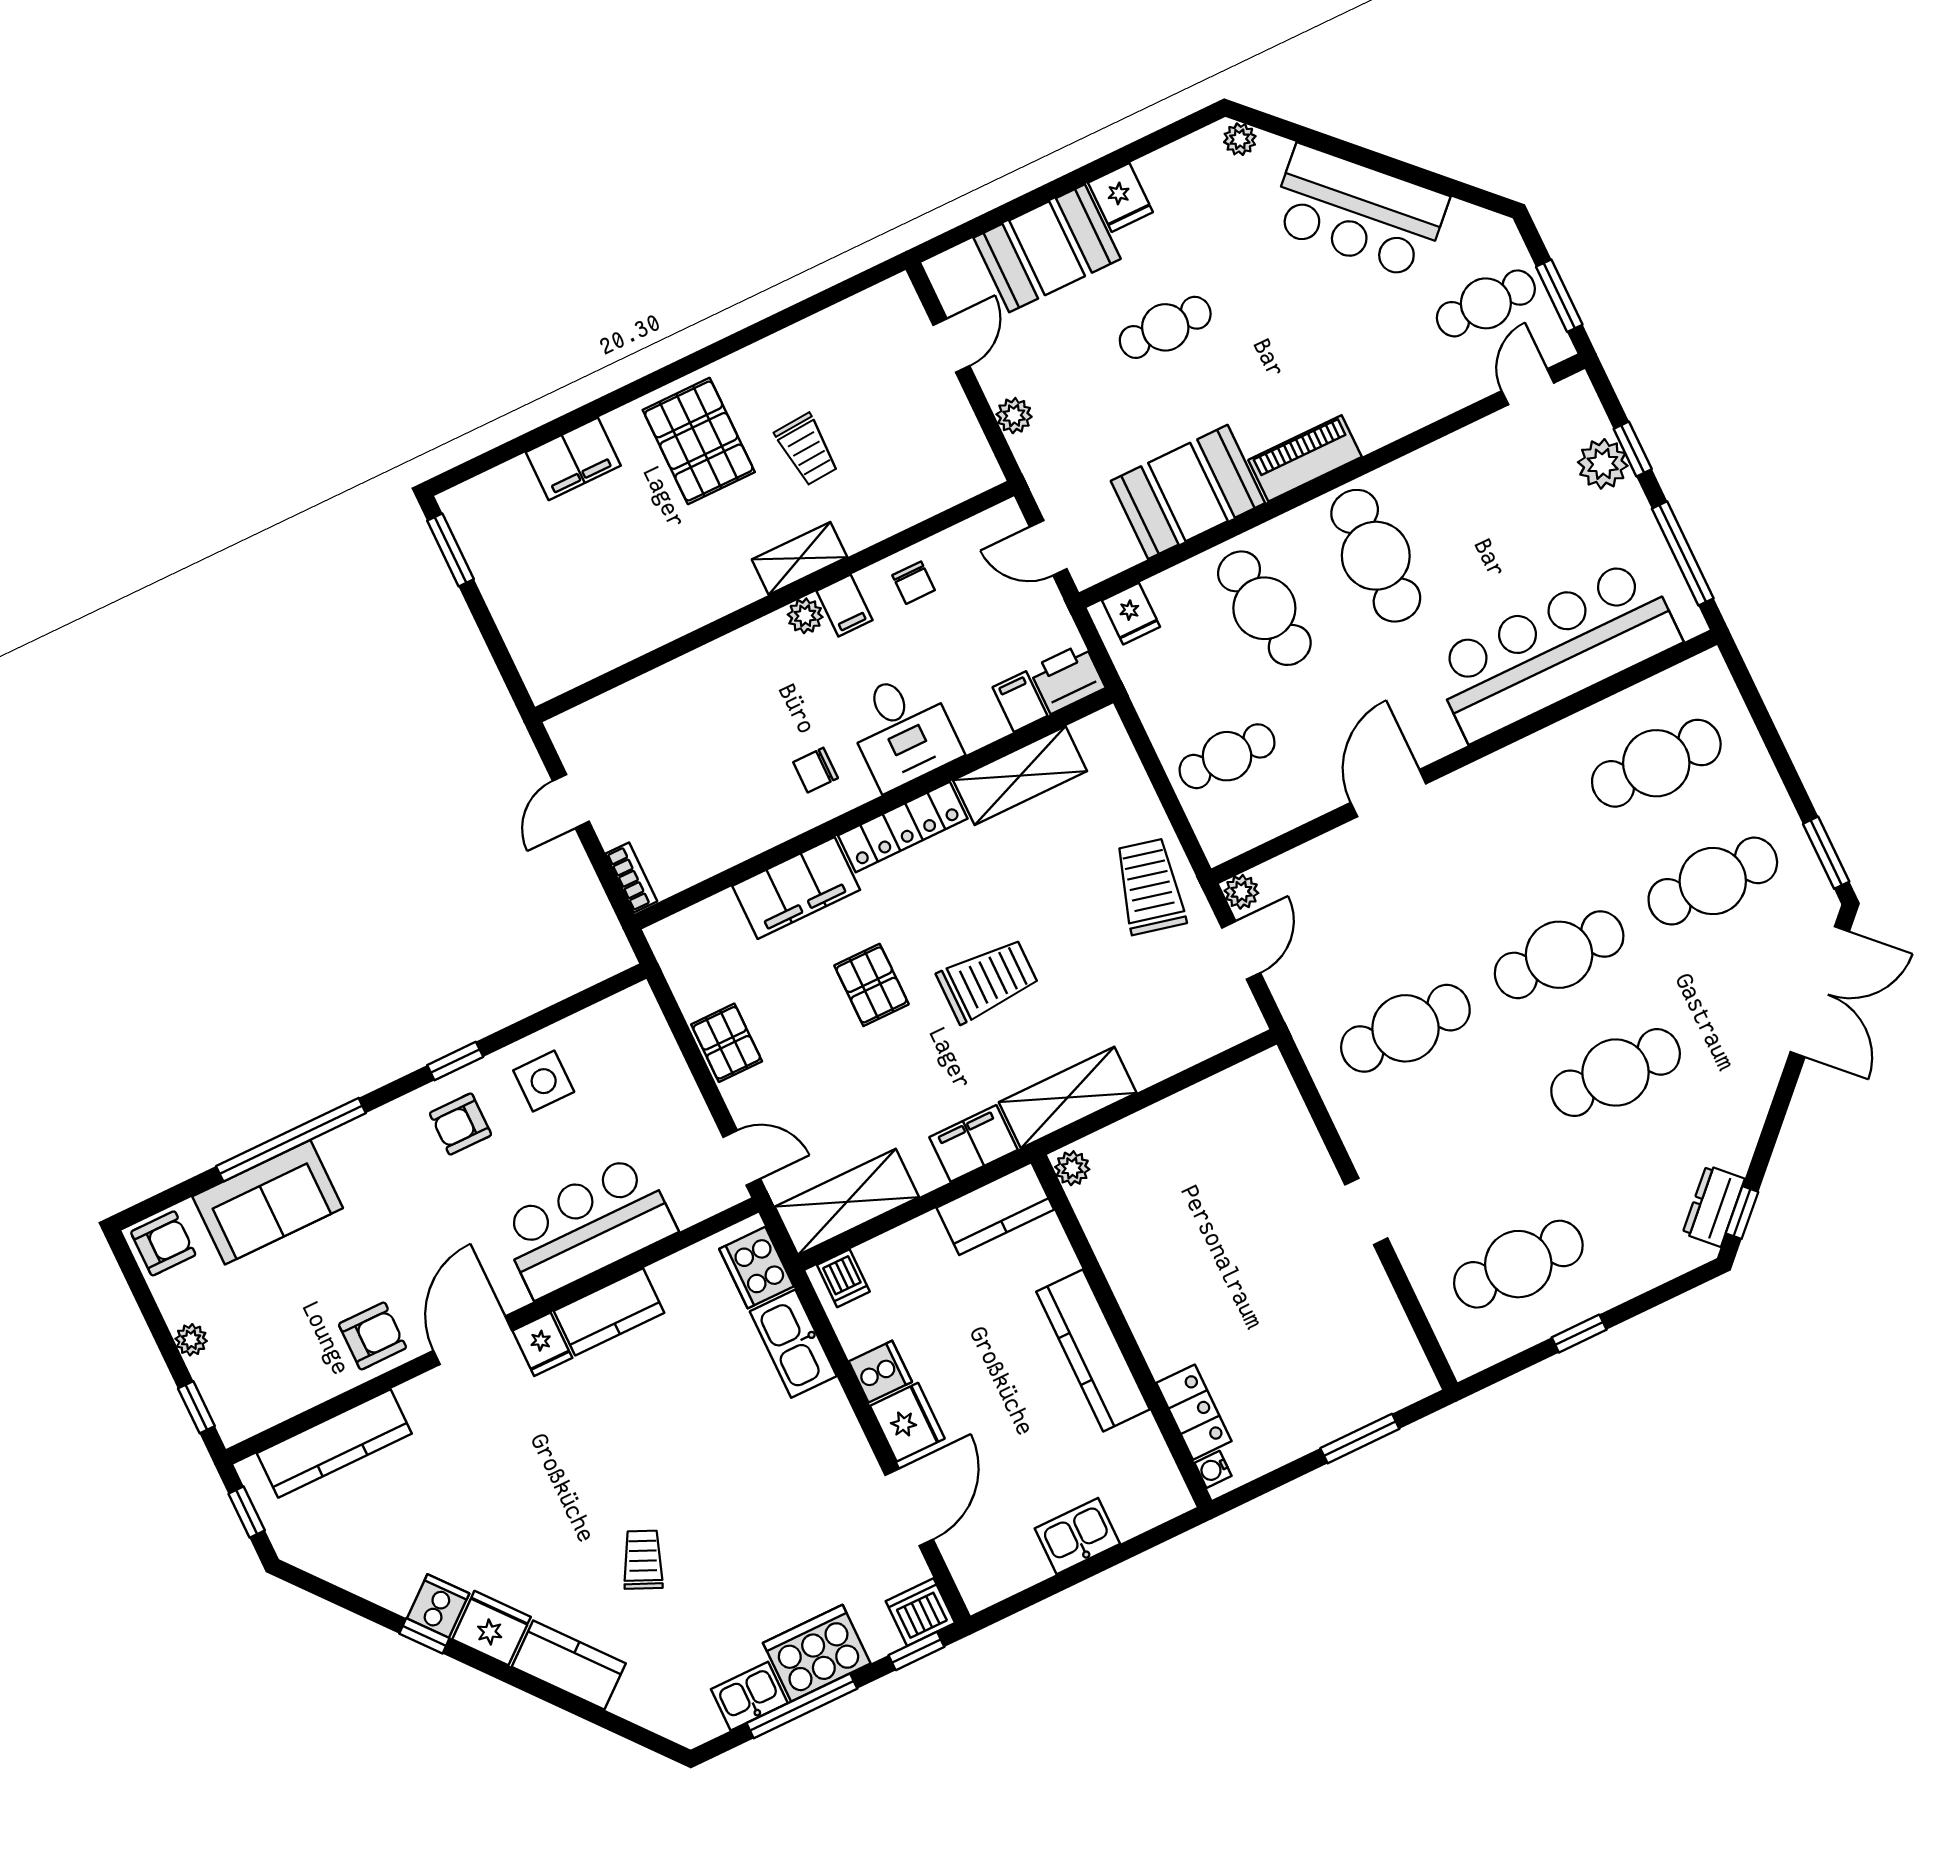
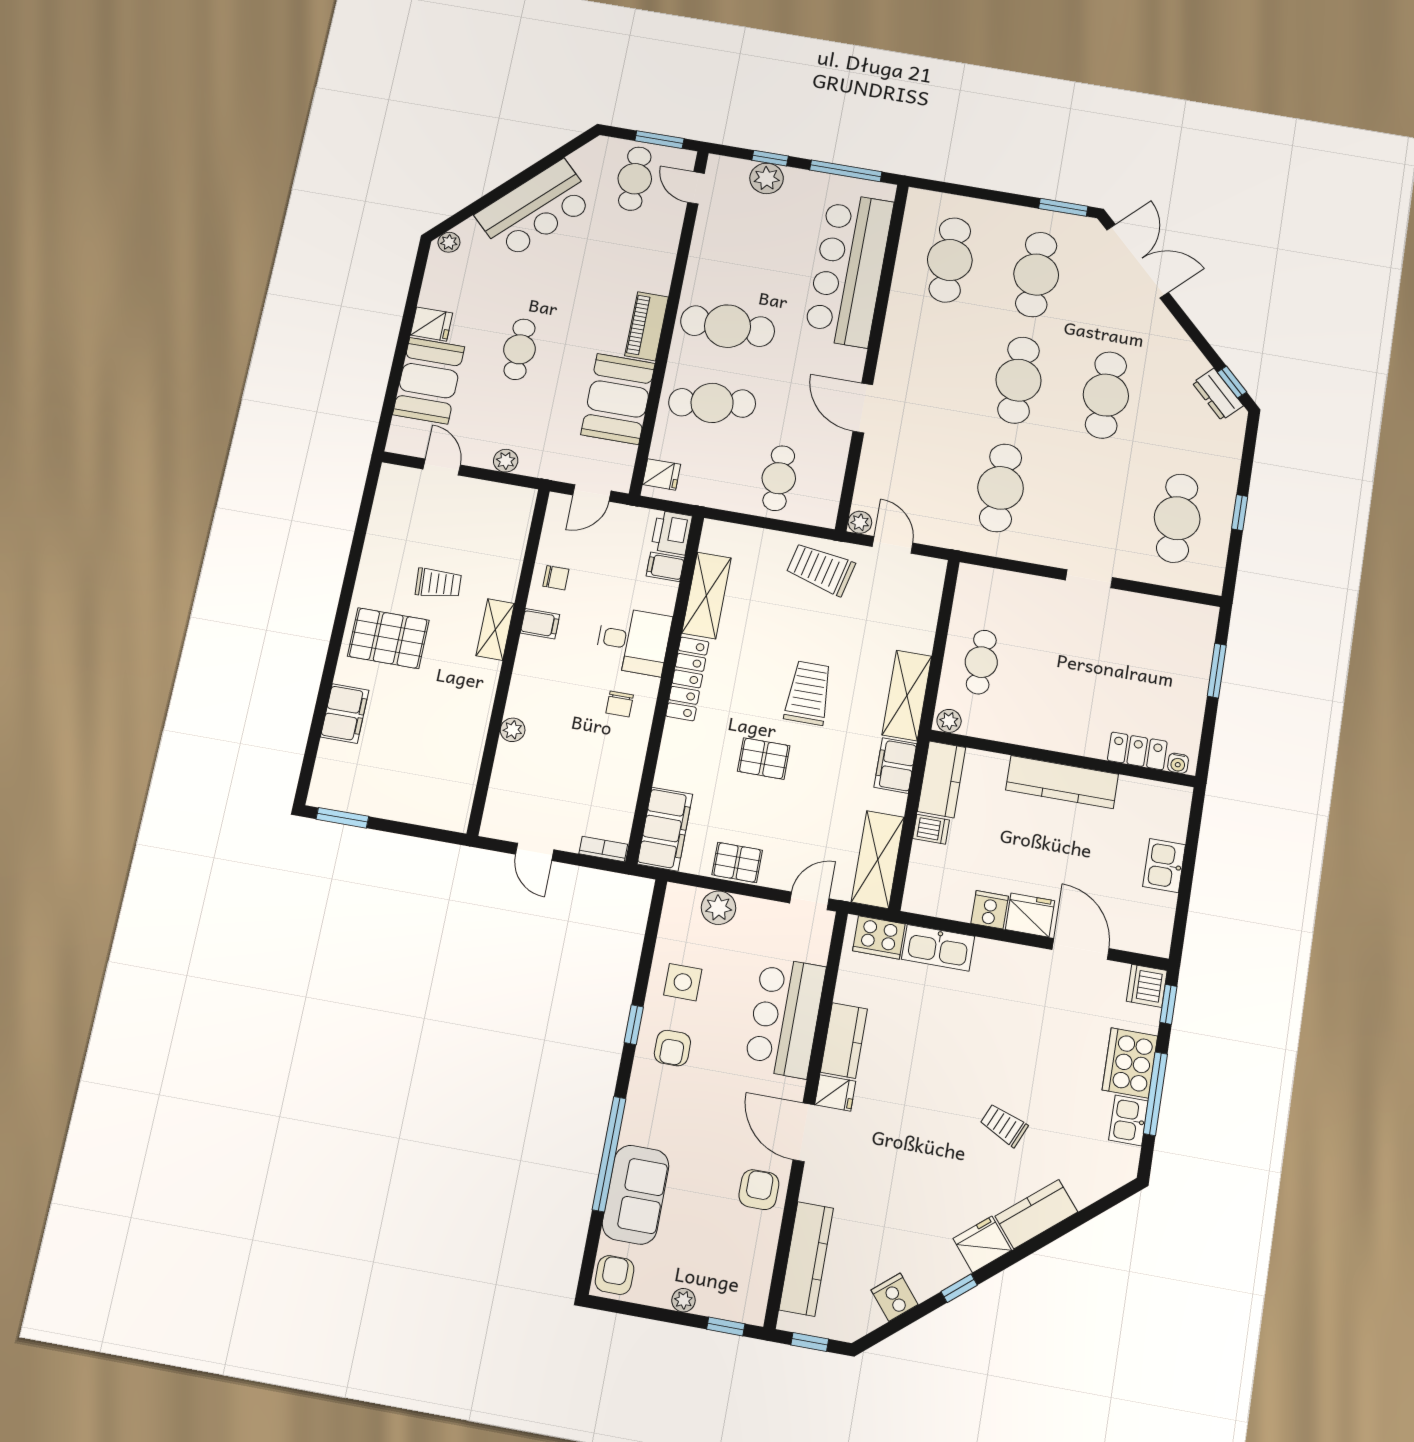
plant: (805, 616) -> (513, 730), moved
filing cabinet: (796, 888) -> (665, 829), moved
plant: (659, 1060) -> (718, 908), added
cafe table: (1171, 1156) -> (981, 662), added
dishwasher: (843, 1278) -> (931, 829), moved
cooker: (438, 1606) -> (895, 1297), moved

